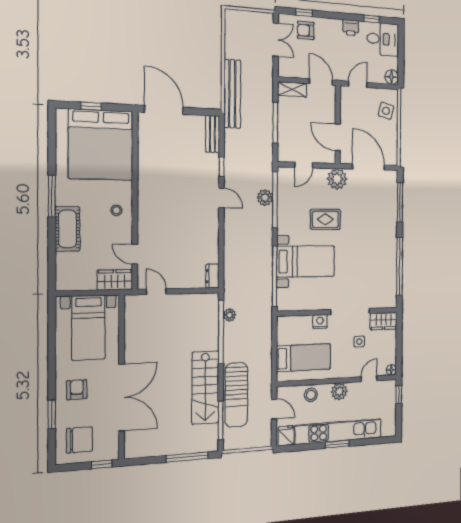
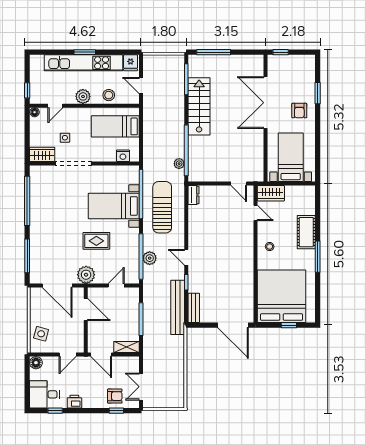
bench: (232, 94) -> (178, 307), moved
nightstand: (320, 322) -> (123, 156), moved
sun lounger: (236, 395) -> (162, 207), moved
chair: (79, 440) -> (297, 72), removed

